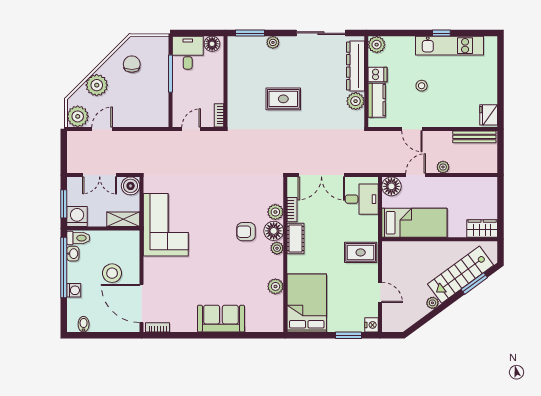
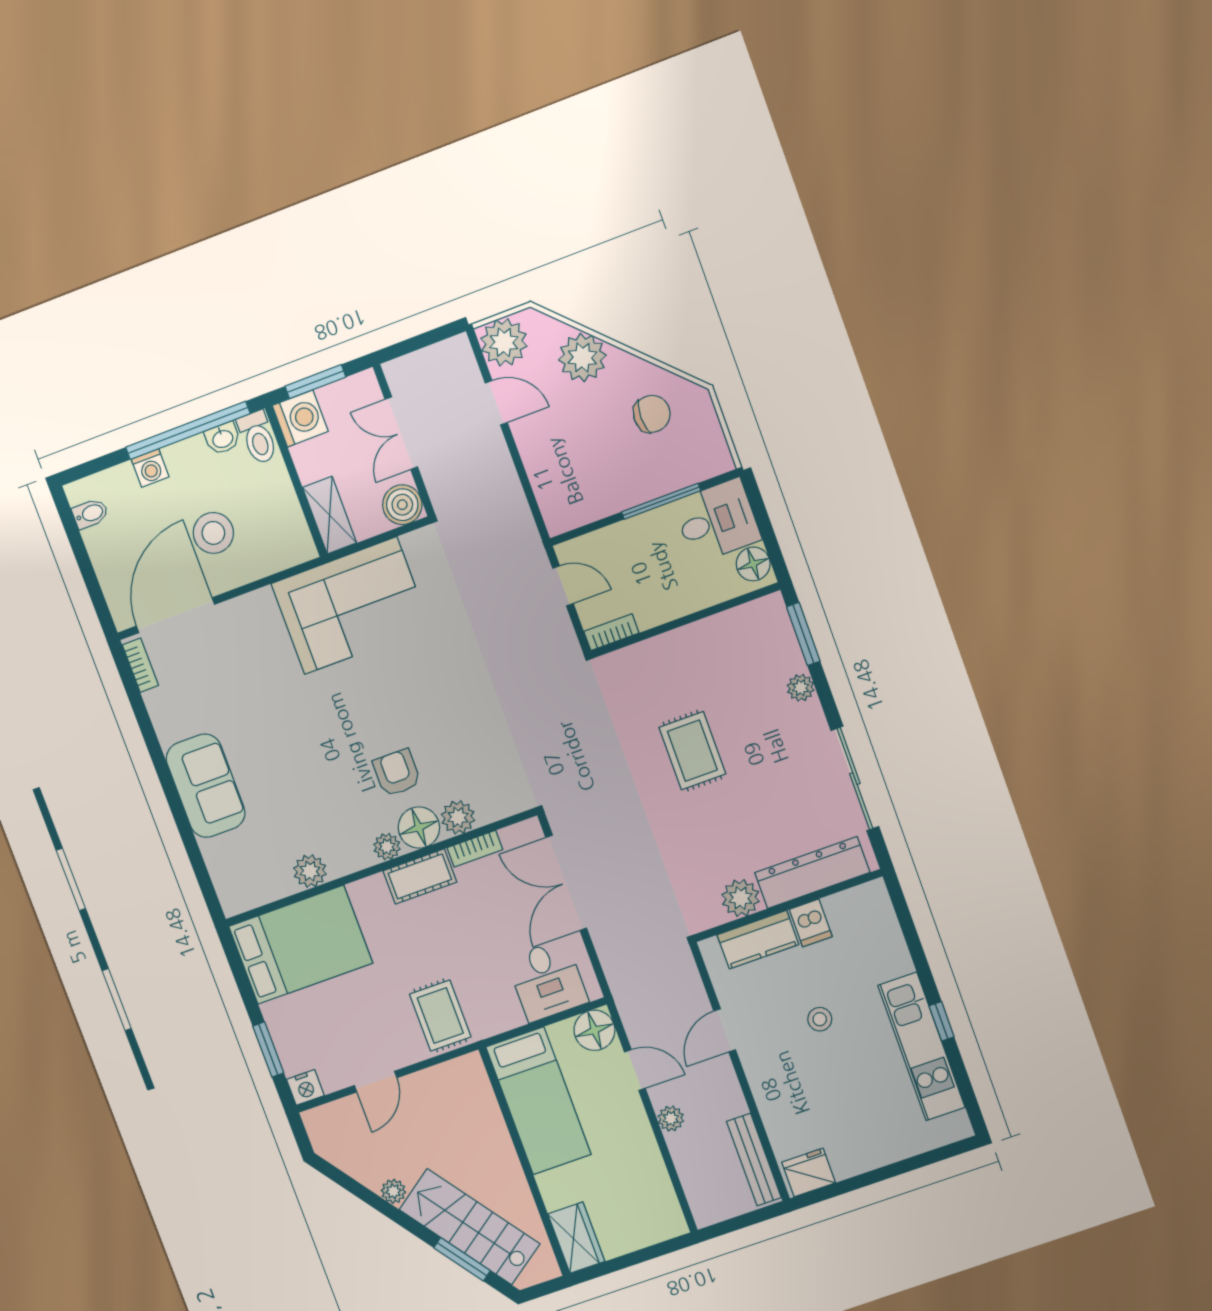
plant: (377, 45) -> (871, 900), removed

